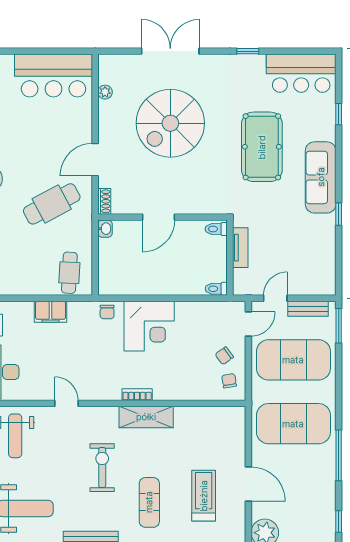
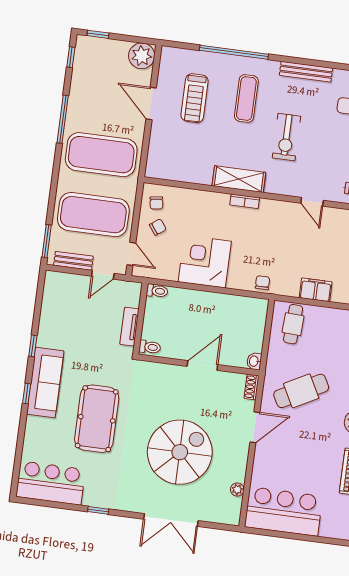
window: (339, 114) -> (27, 394), moved
door: (248, 324) -> (131, 254), swing flipped
corner desk: (149, 326) -> (205, 262), moved

